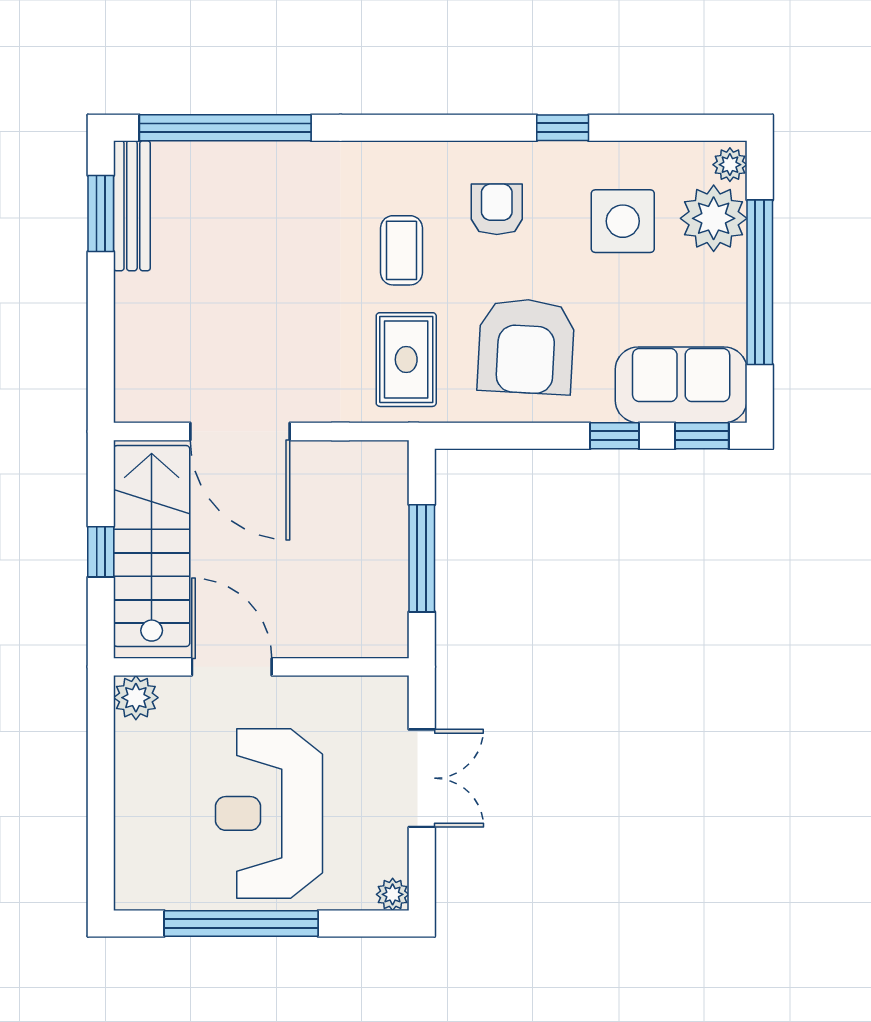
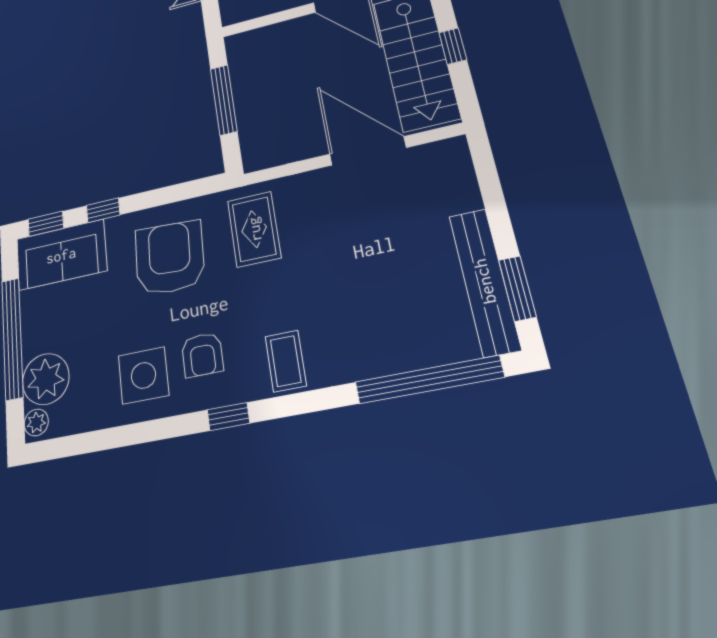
window: (563, 128) -> (228, 417), moved
bench: (132, 206) -> (484, 281), width x1.37, depth x1.21
side table: (623, 221) -> (144, 375), moved
coffee table: (401, 250) -> (286, 361), moved

